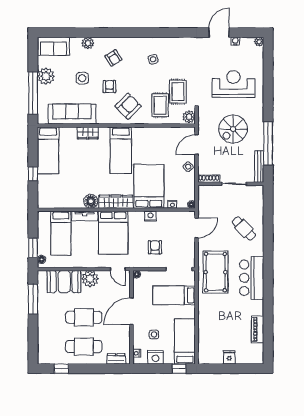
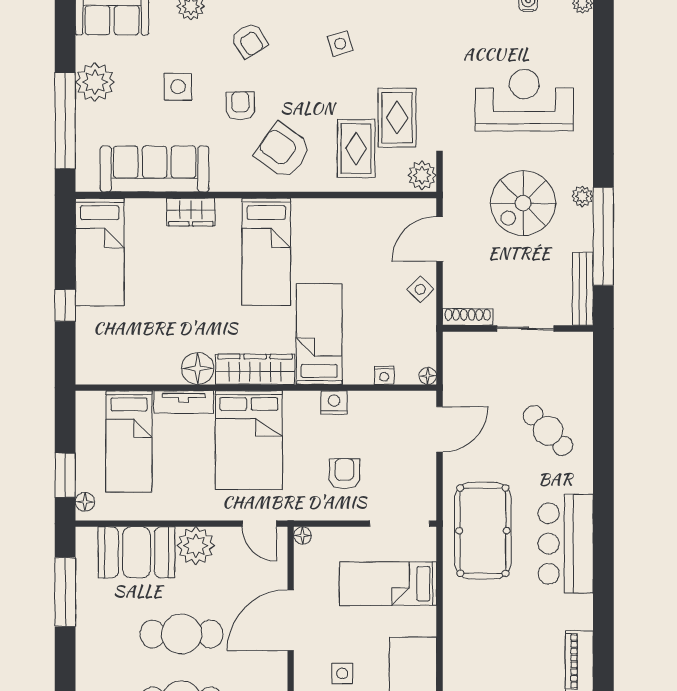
armchair: (128, 106) -> (283, 151), turned -99
plant: (259, 126) -> (582, 196), added
bed: (149, 186) -> (319, 334), width x0.67

